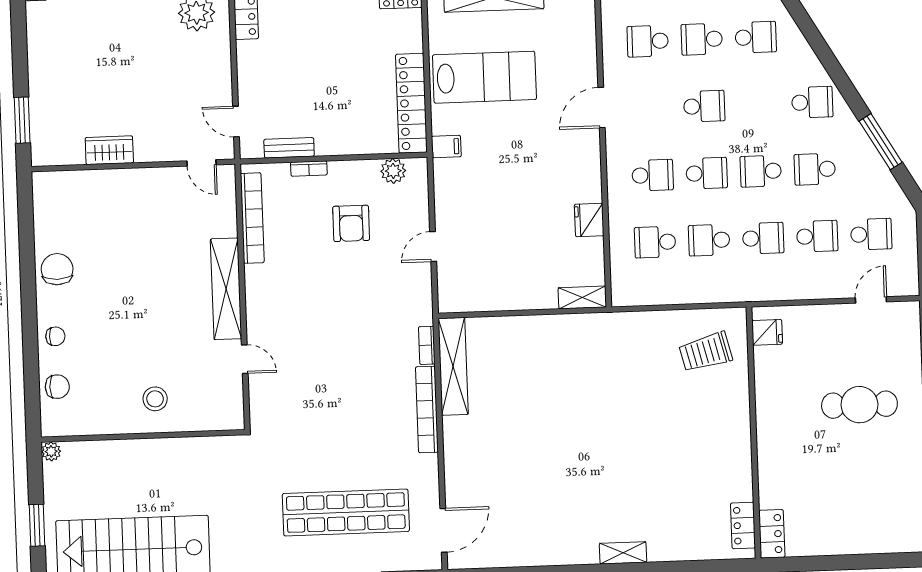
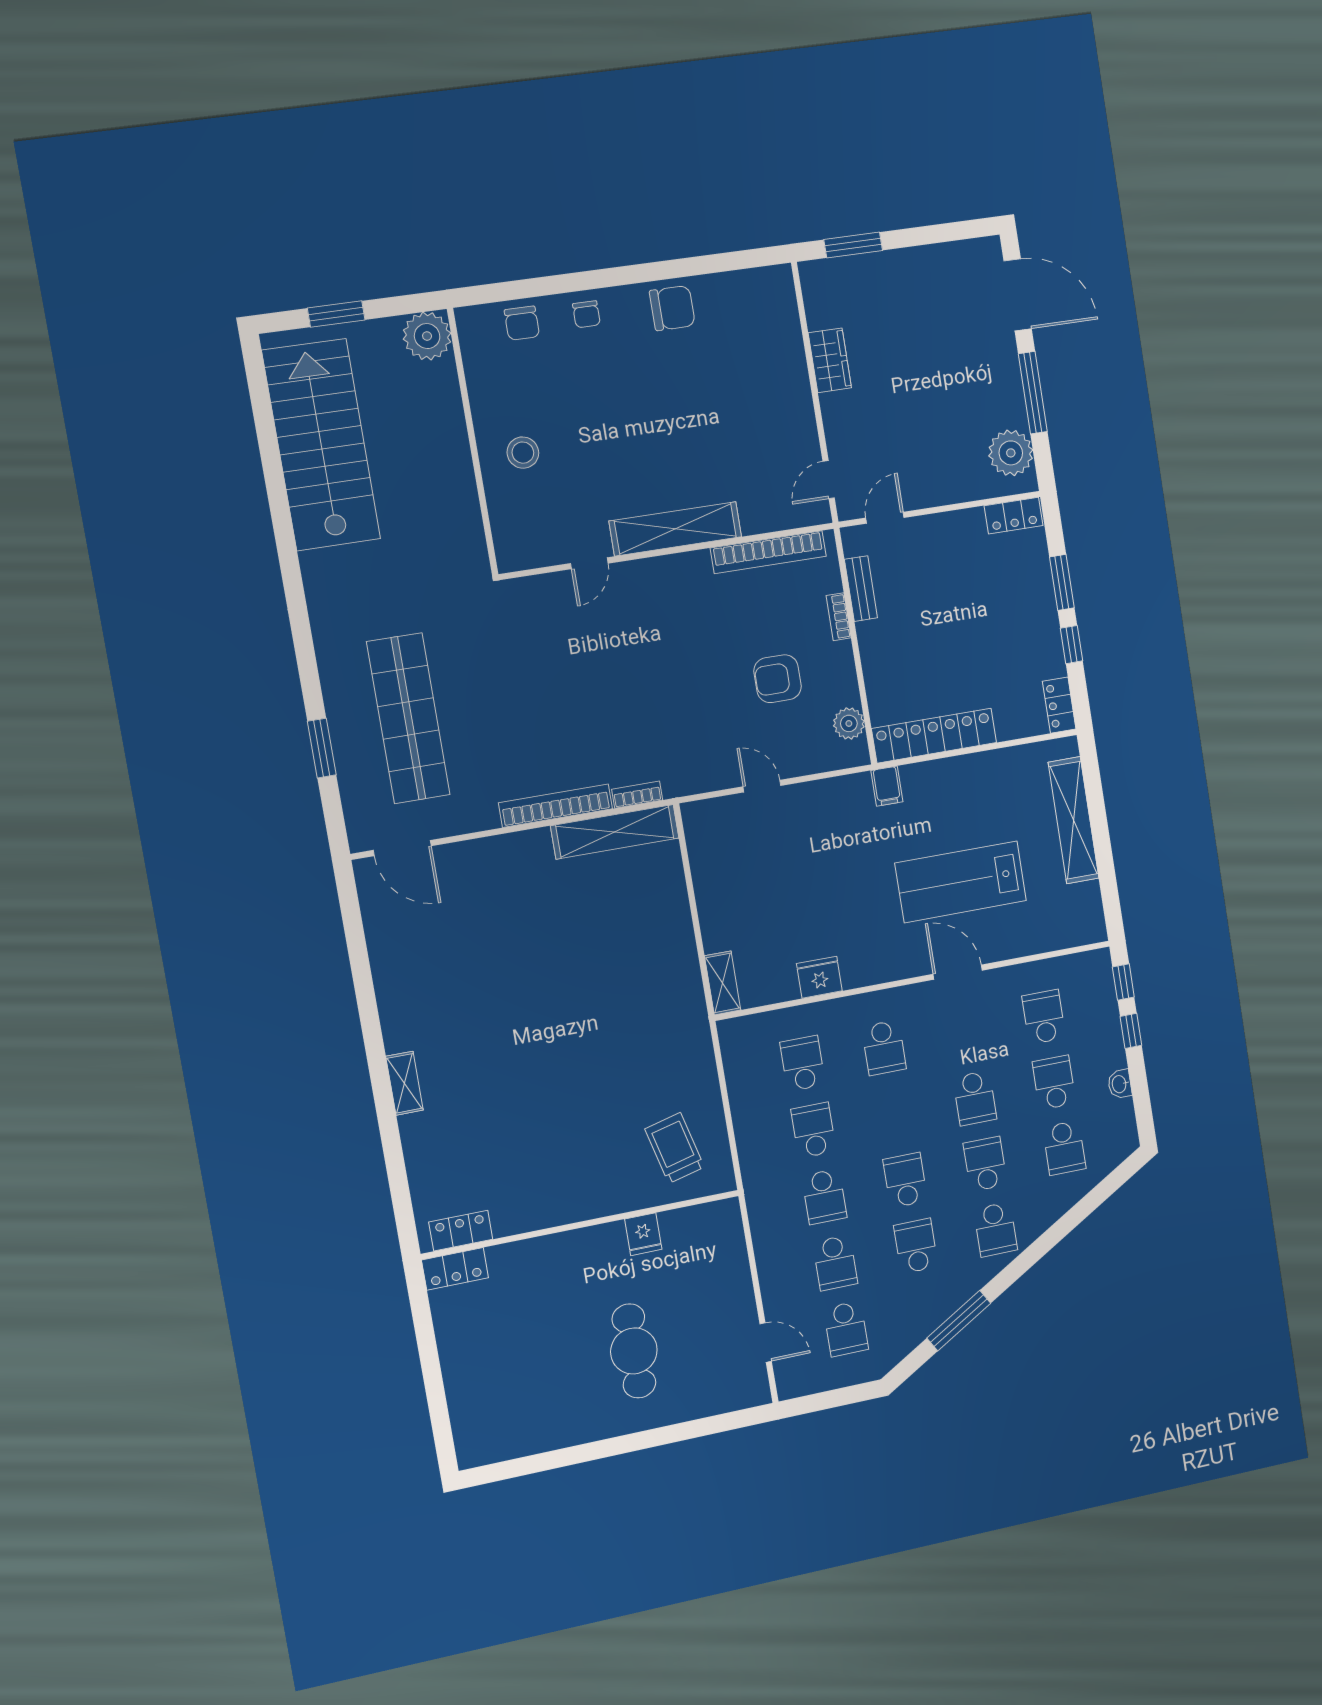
lab bench: (484, 77) -> (961, 882), moved, turned 90
school desk: (707, 173) -> (985, 1164), moved, turned 180
fridge: (767, 332) -> (643, 1234), moved
plant: (51, 451) -> (427, 336), width x1.87, depth x1.87

